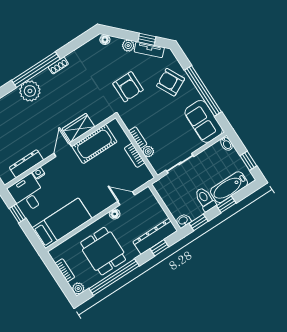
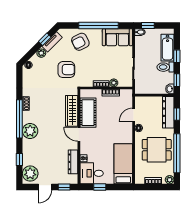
wardrobe: (78, 128) -> (72, 111), width x1.50
window: (248, 161) -> (148, 25), moved

